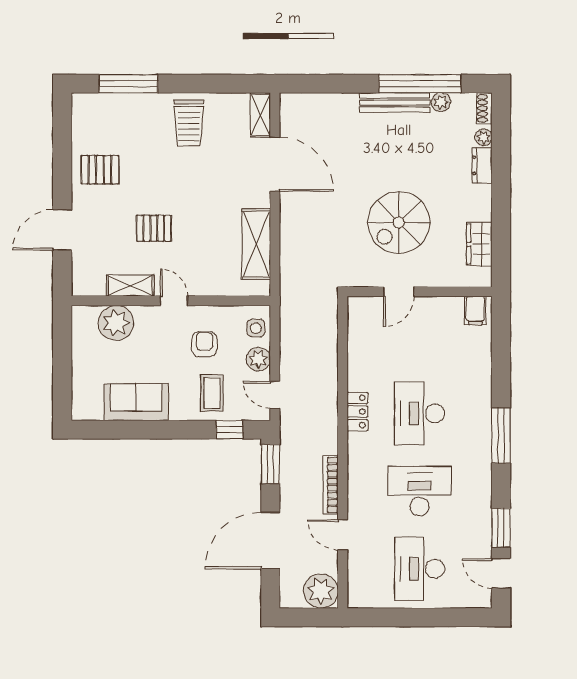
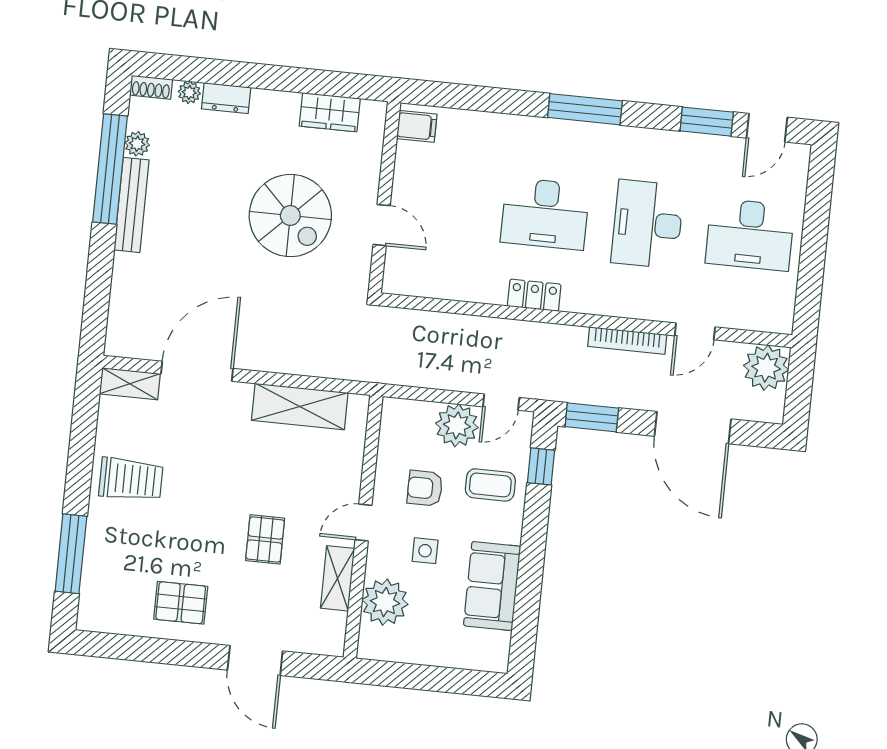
pallet: (100, 170) -> (181, 603), turned 90
side table: (256, 328) -> (425, 551), moved
plant: (258, 359) -> (457, 425), width x1.36, depth x1.36

